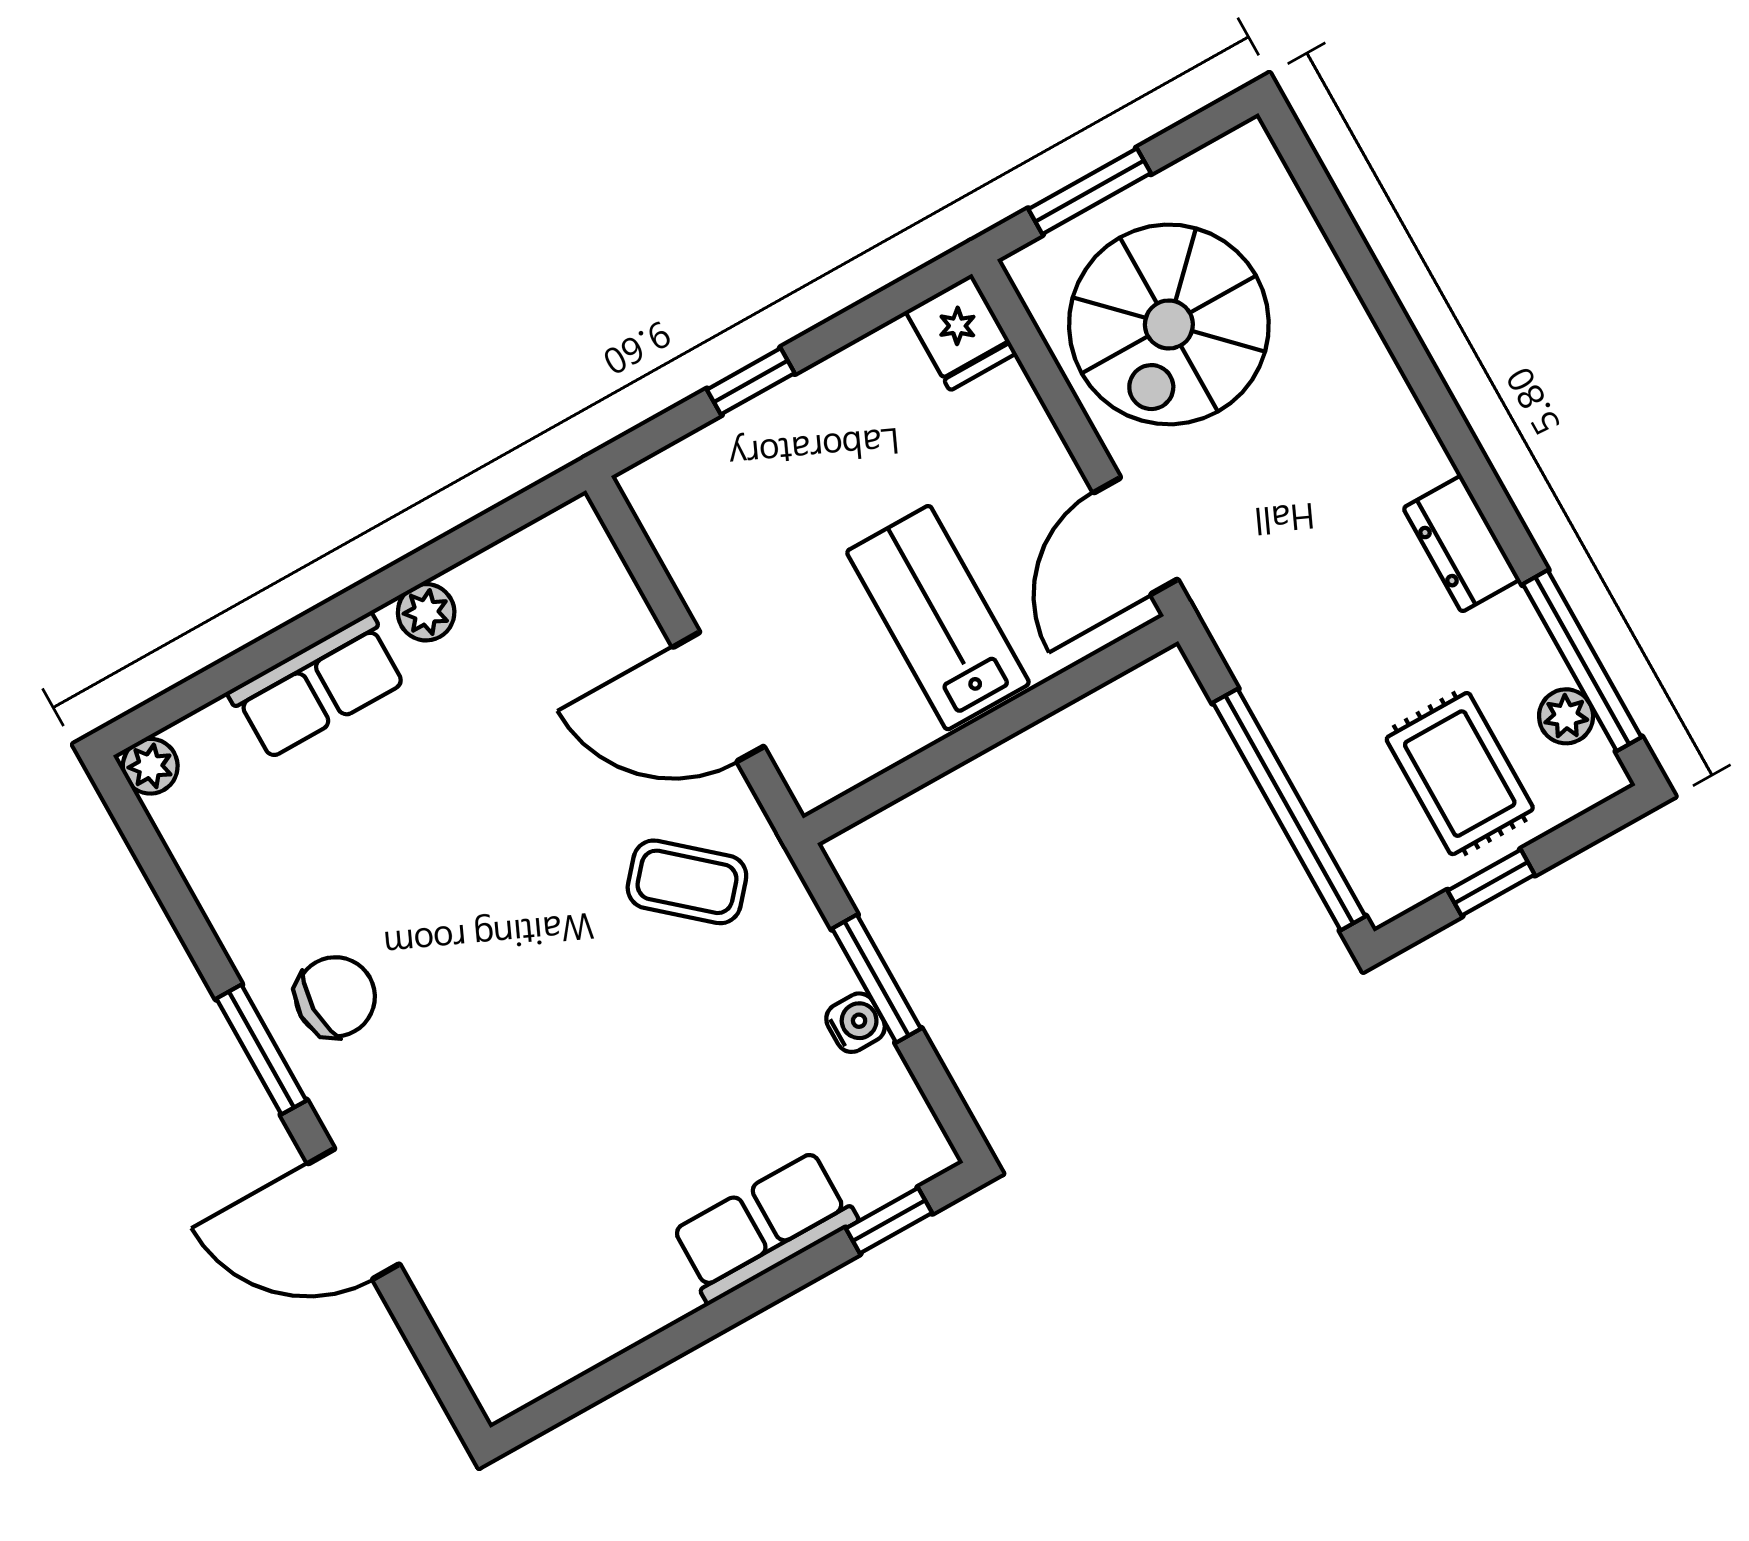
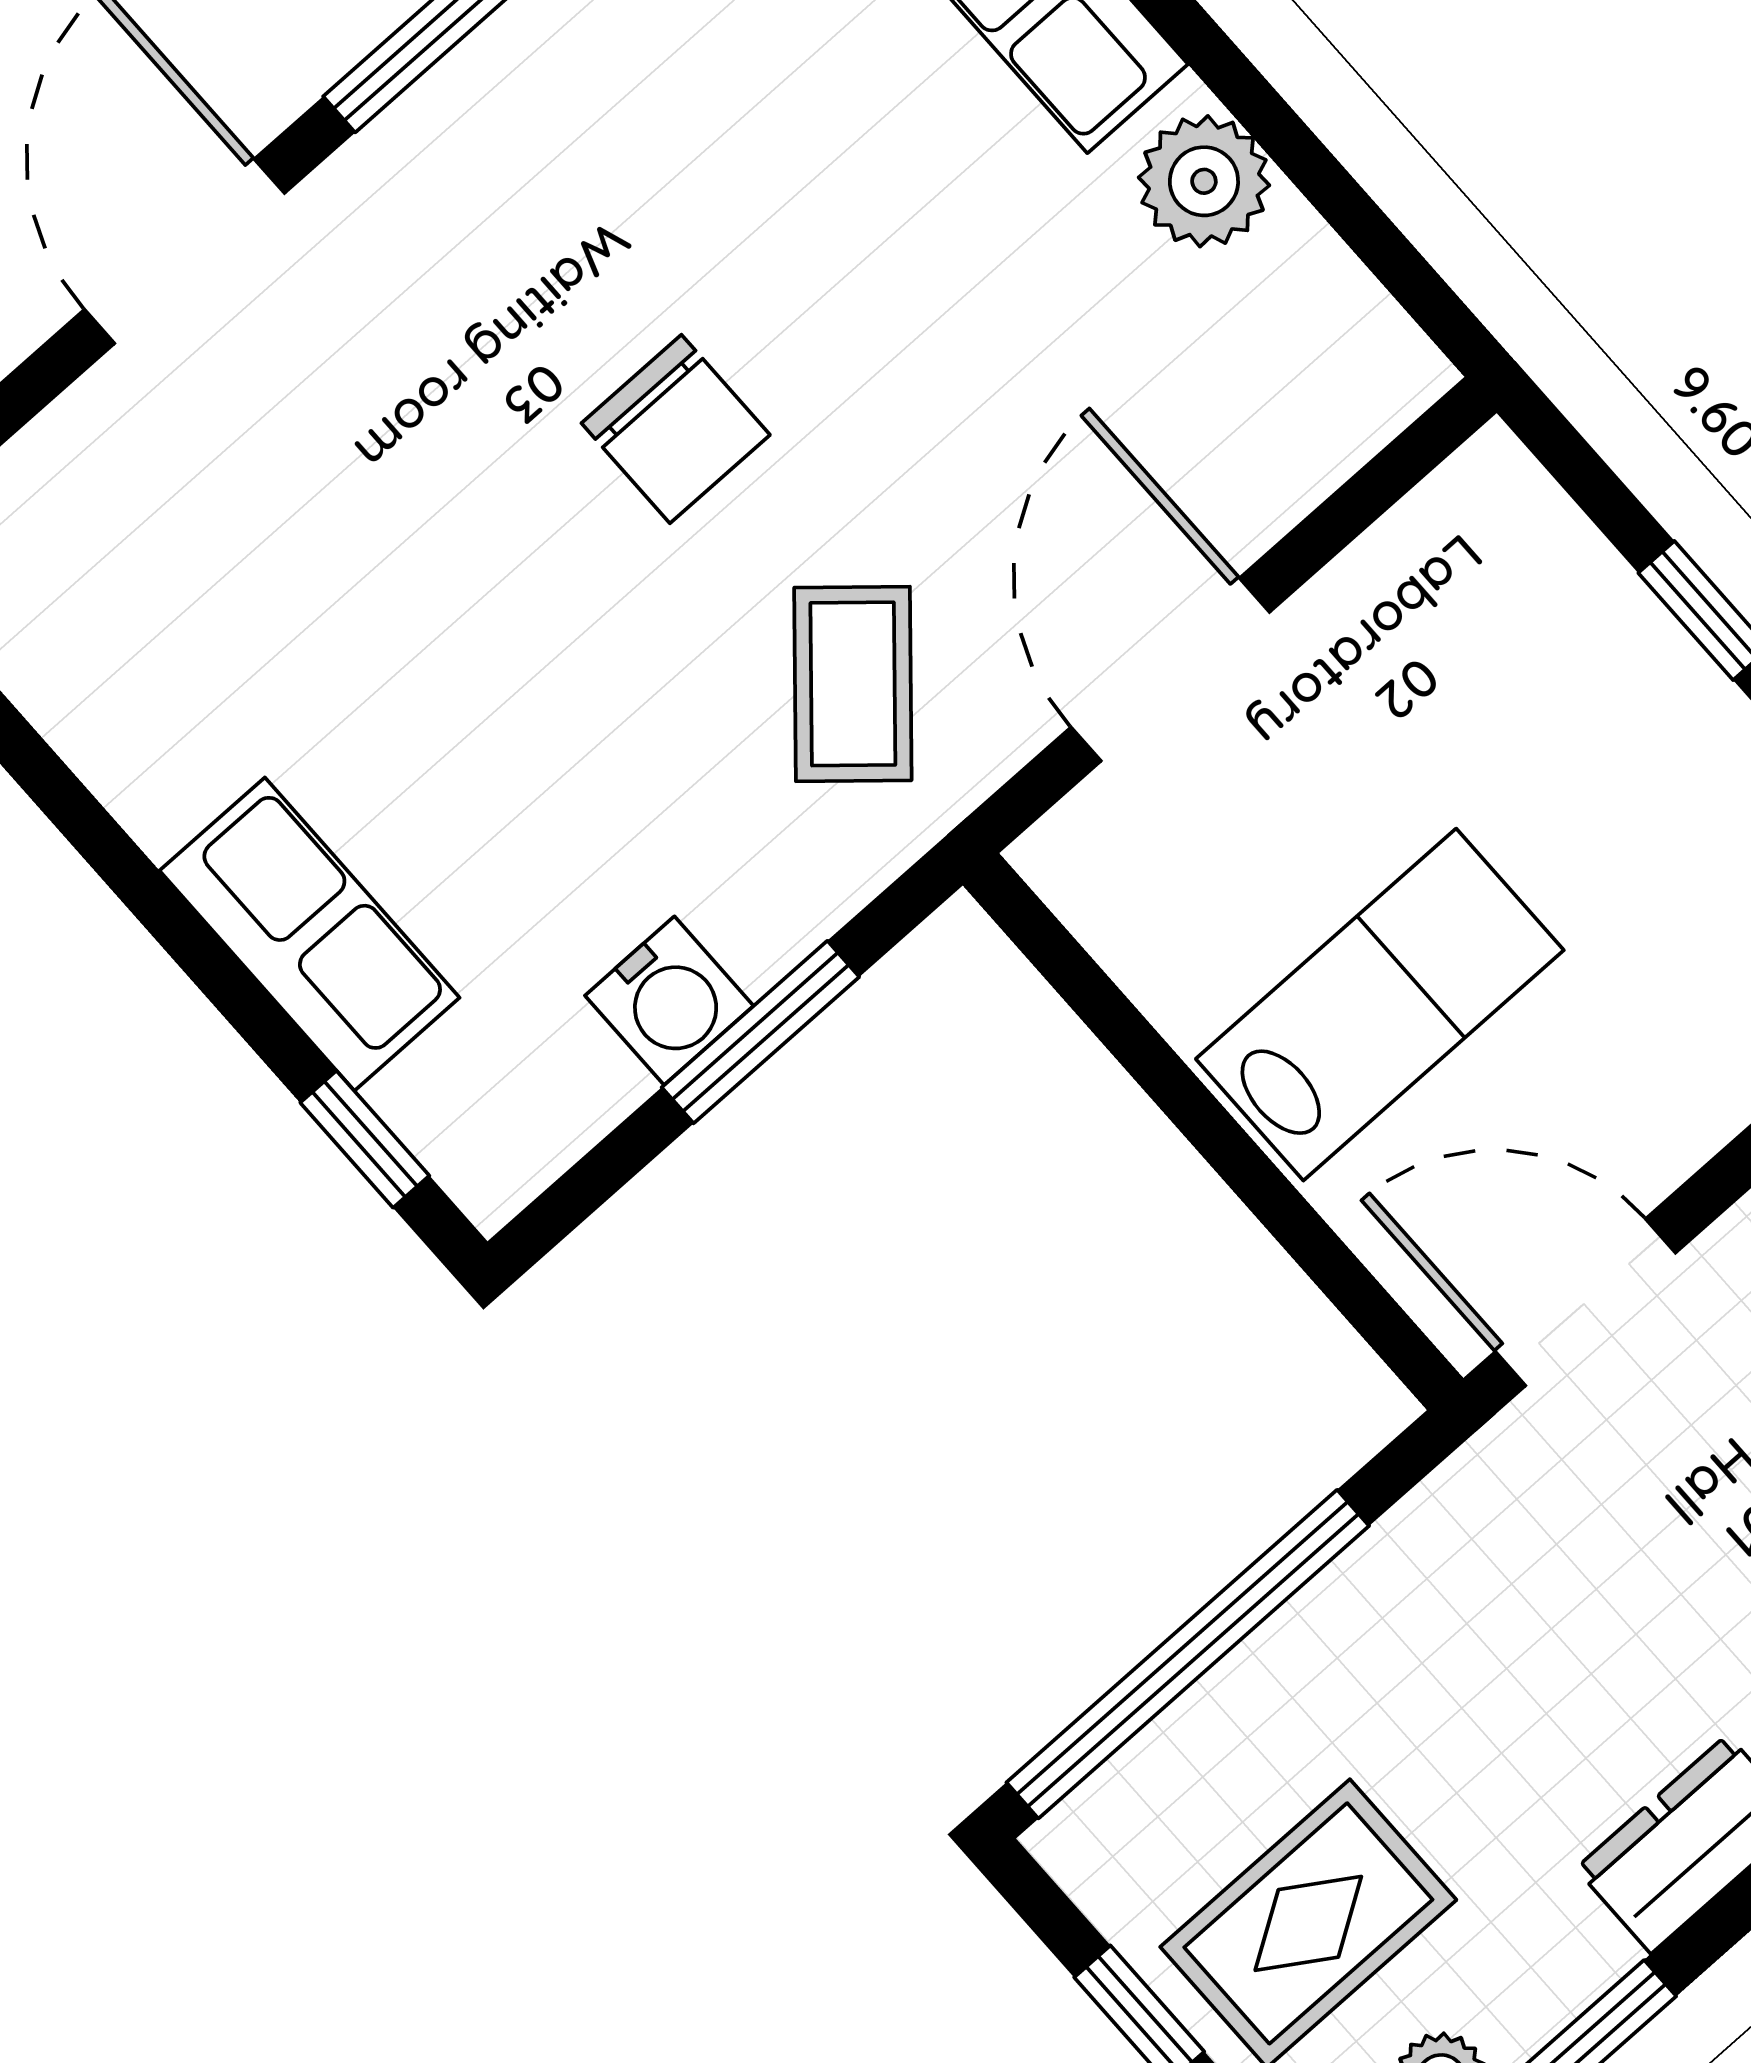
plant: (426, 612) -> (1204, 181), width x1.38, depth x1.38
chair: (335, 997) -> (676, 429), moved
water cooler: (856, 1023) -> (669, 1001), width x1.38, depth x1.38

